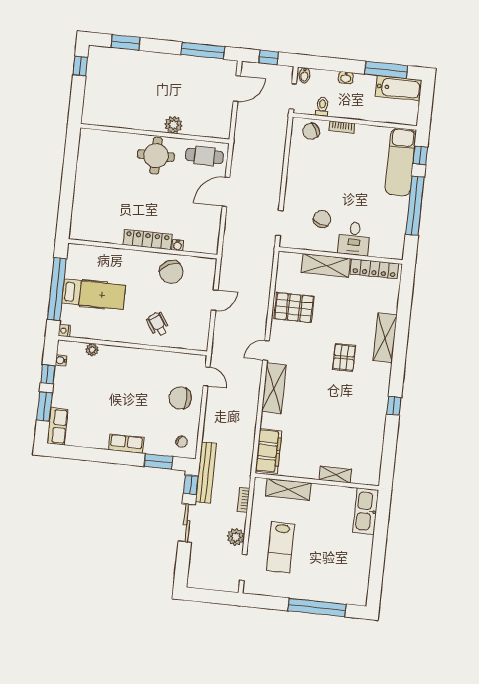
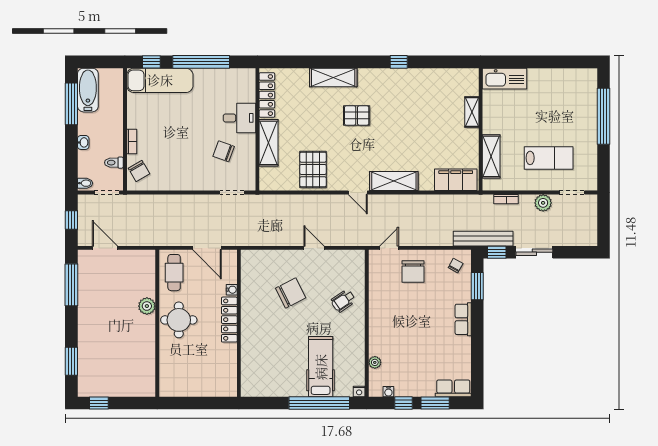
locker: (147, 240) -> (229, 320), moved
water cooler: (178, 245) -> (232, 290), moved
wall: (143, 249) -> (239, 323), moved

